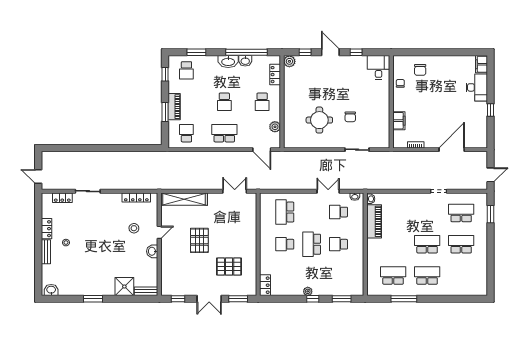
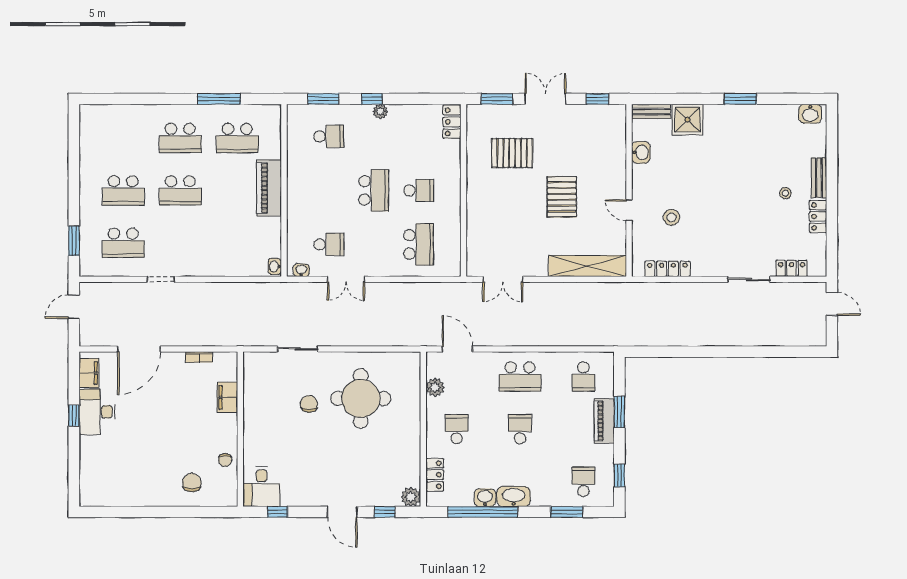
window: (356, 52) -> (277, 512), moved
filing cabinet: (482, 64) -> (89, 373), moved
desk: (477, 87) -> (97, 412), moved
round table: (319, 120) -> (361, 398), width x1.36, depth x1.36
piano: (374, 221) -> (269, 188), moved
door: (159, 232) -> (629, 210), hinge flipped
school desk: (338, 244) -> (329, 136), moved
washbasin: (152, 251) -> (641, 152), moved

